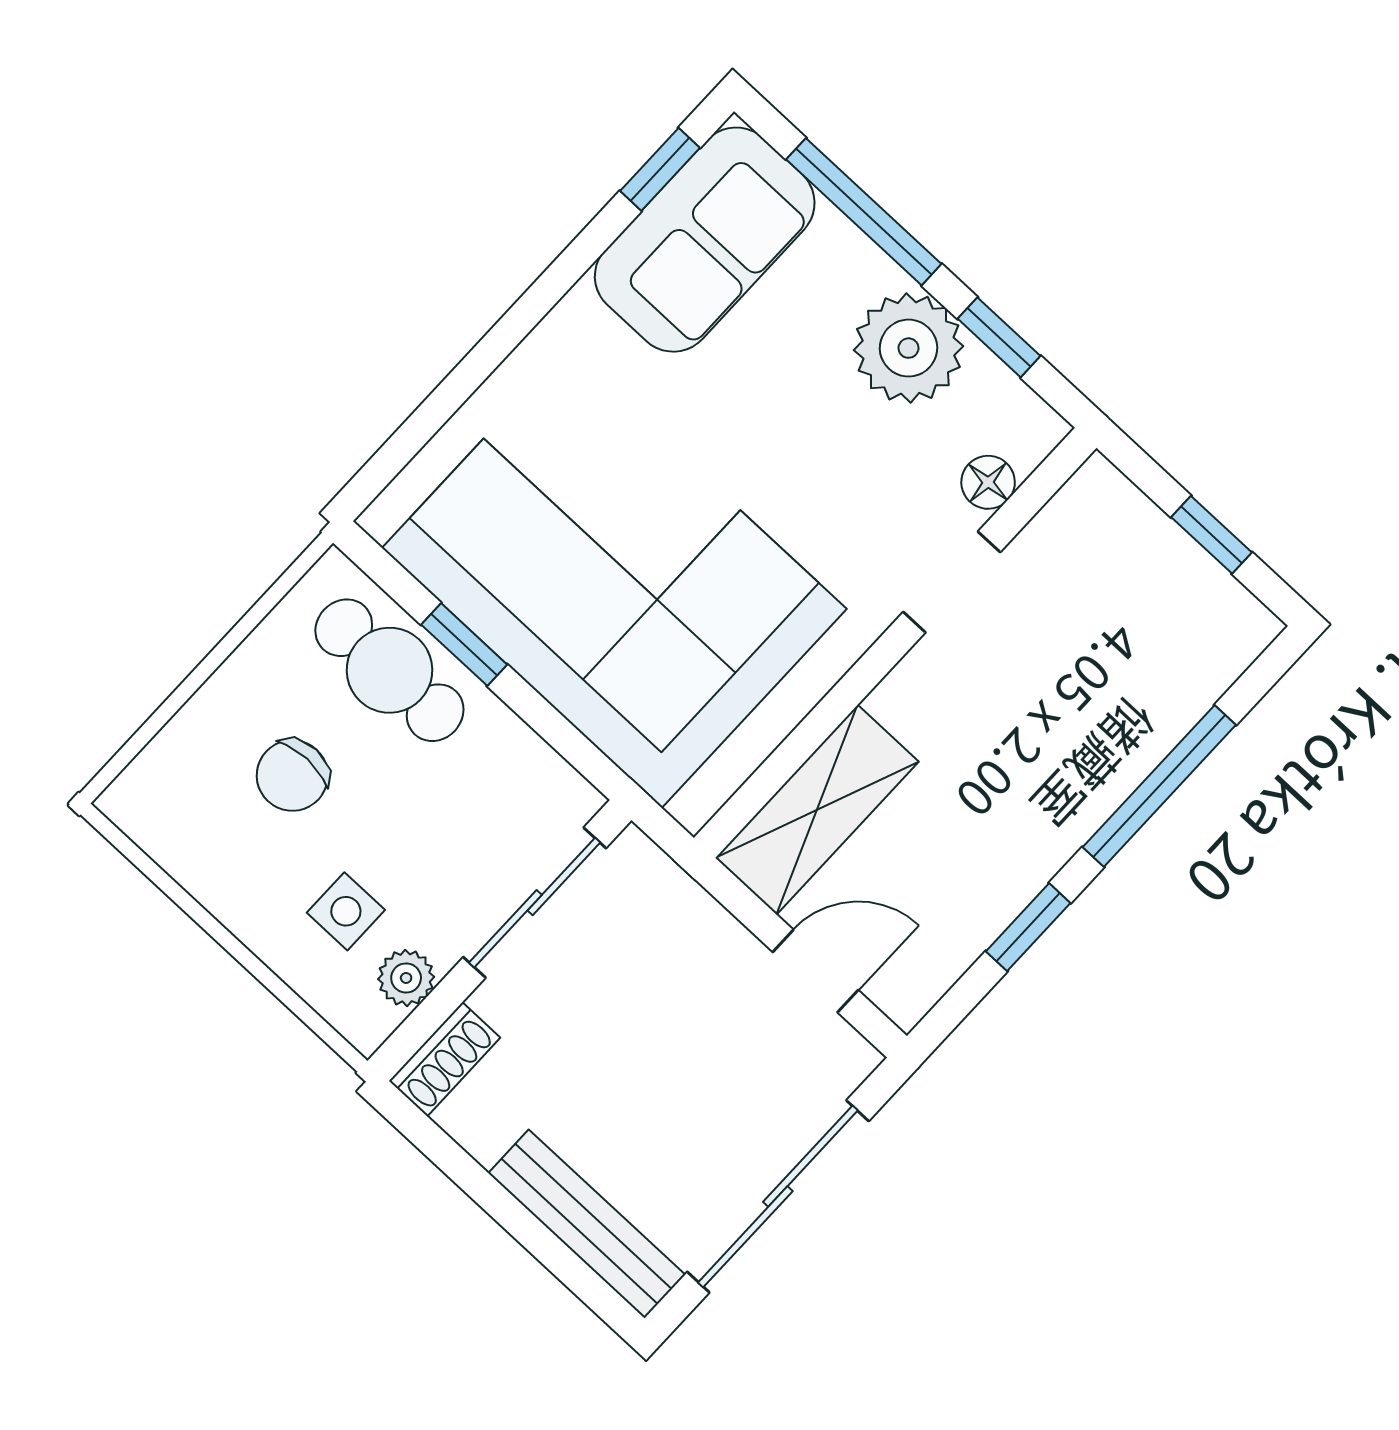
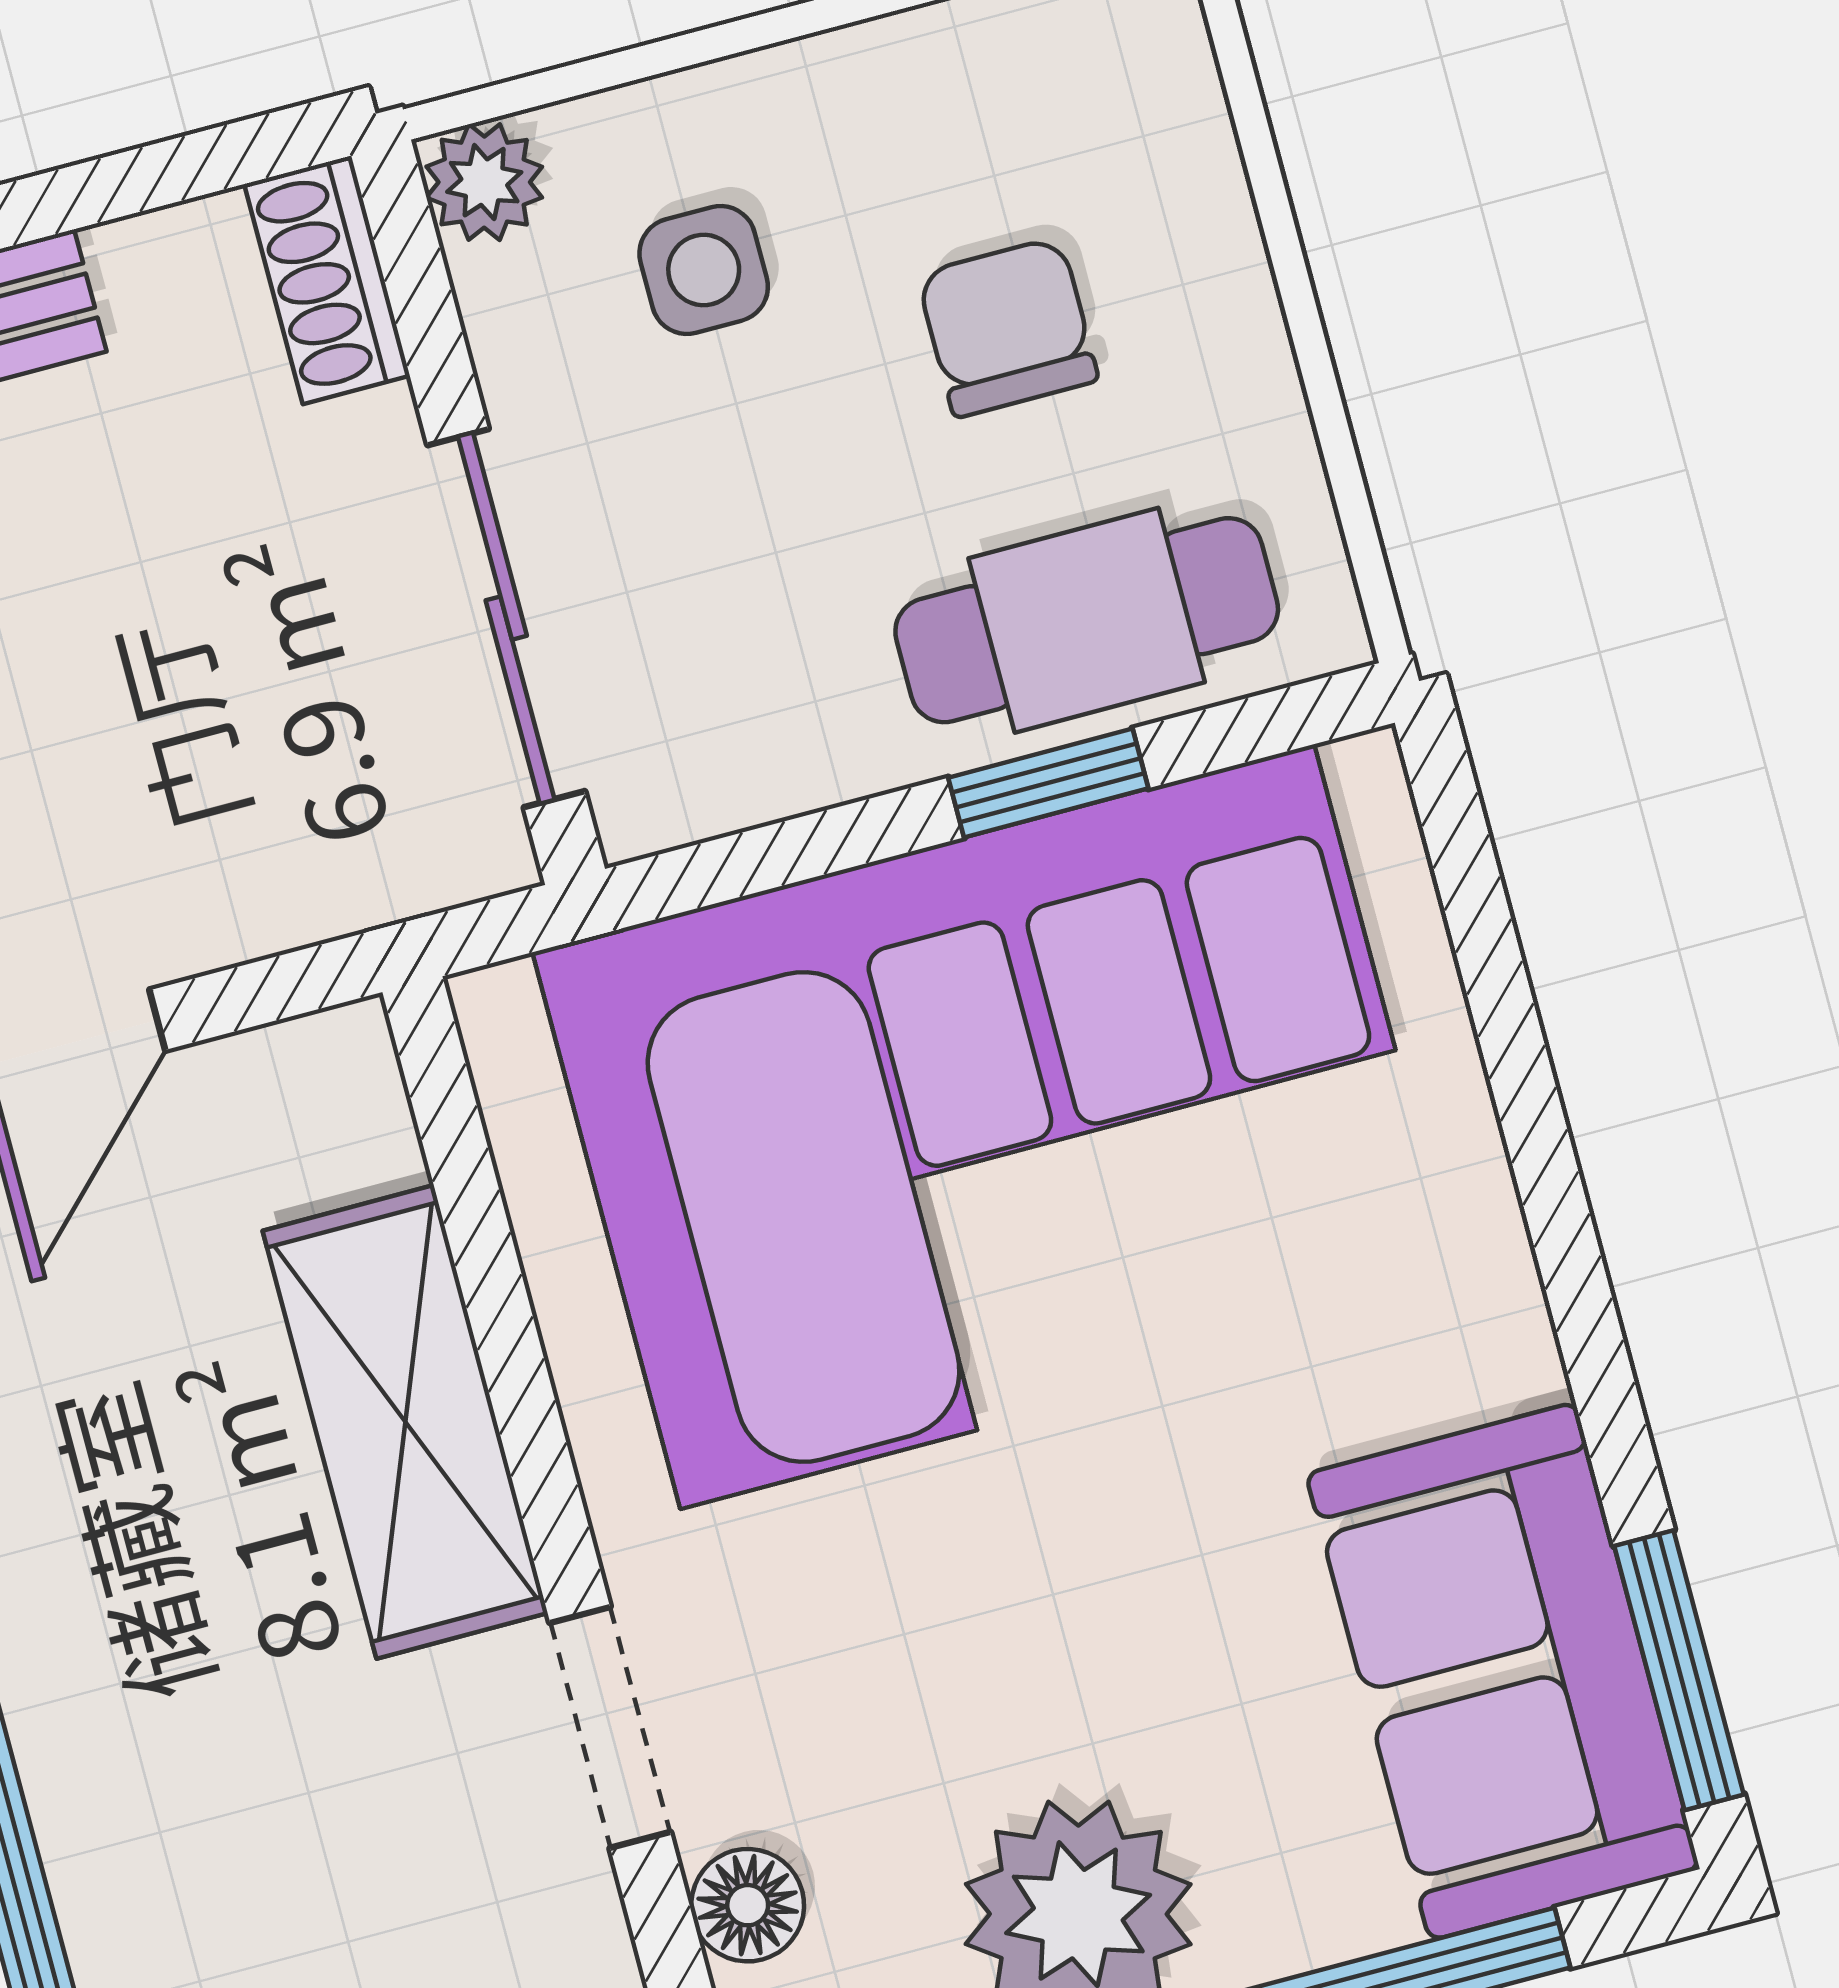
window: (660, 169) -> (1679, 1670), width x1.50
shelving: (817, 810) -> (405, 1422), moved
plant: (406, 978) -> (484, 182), moved

